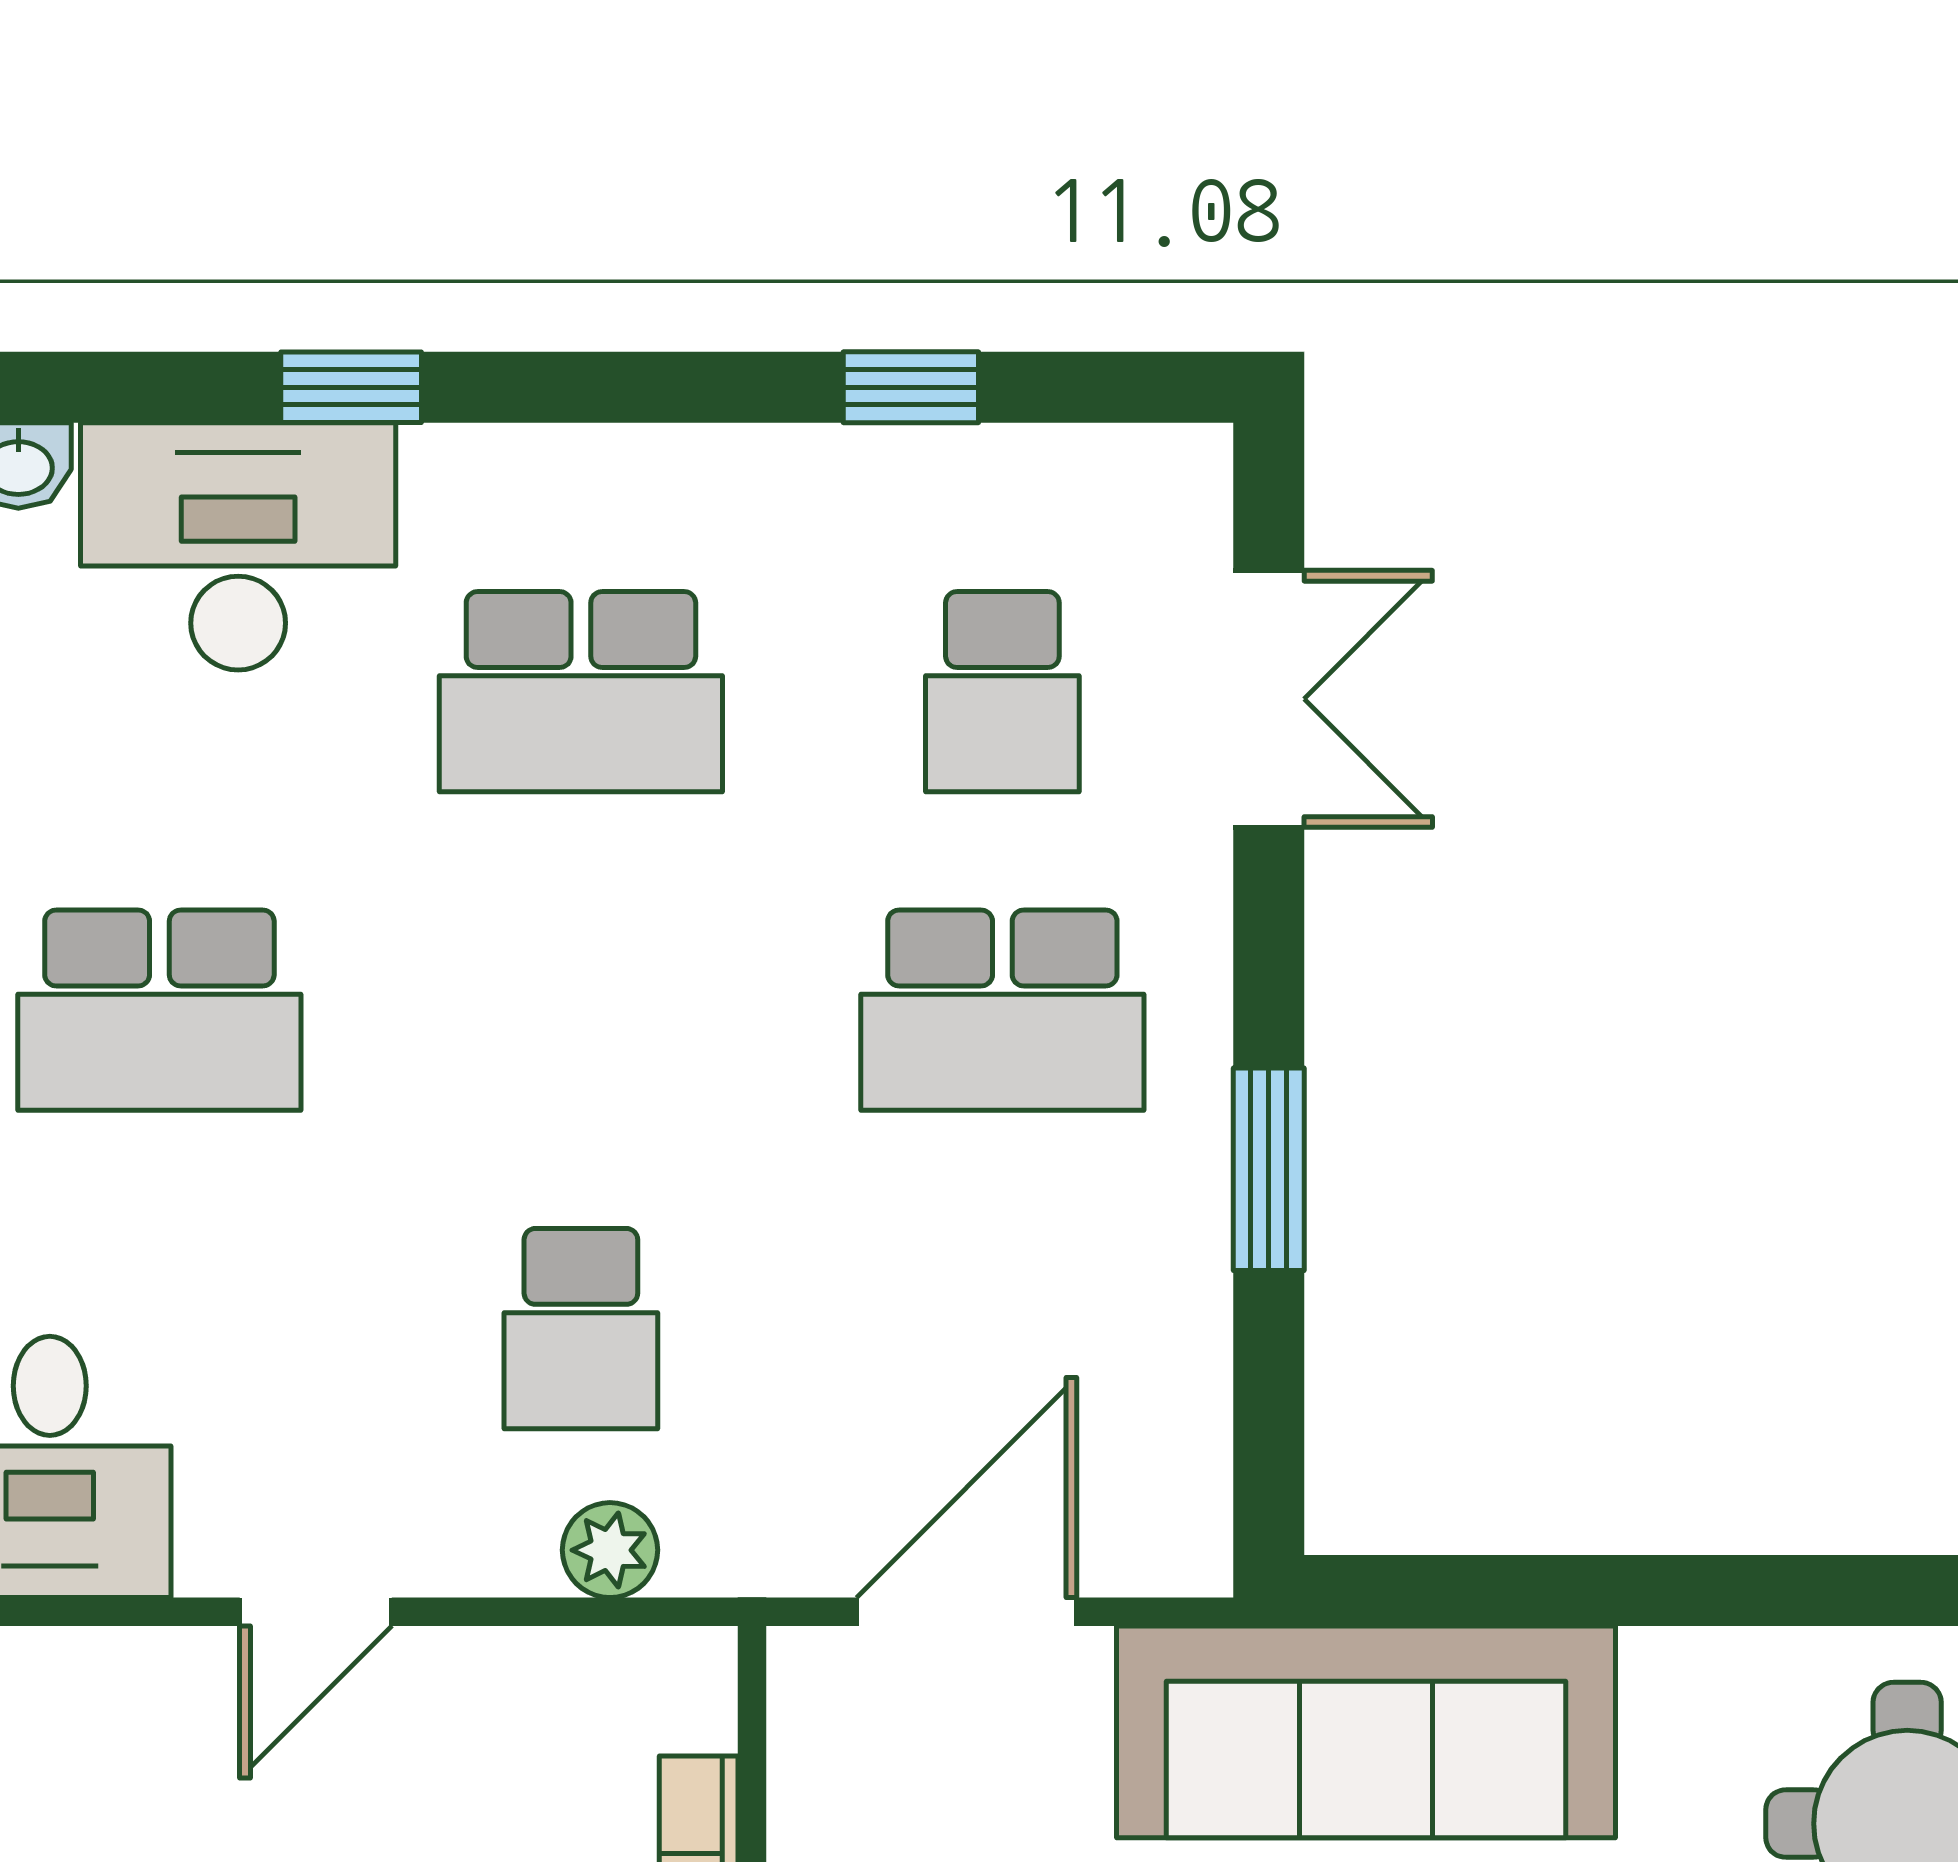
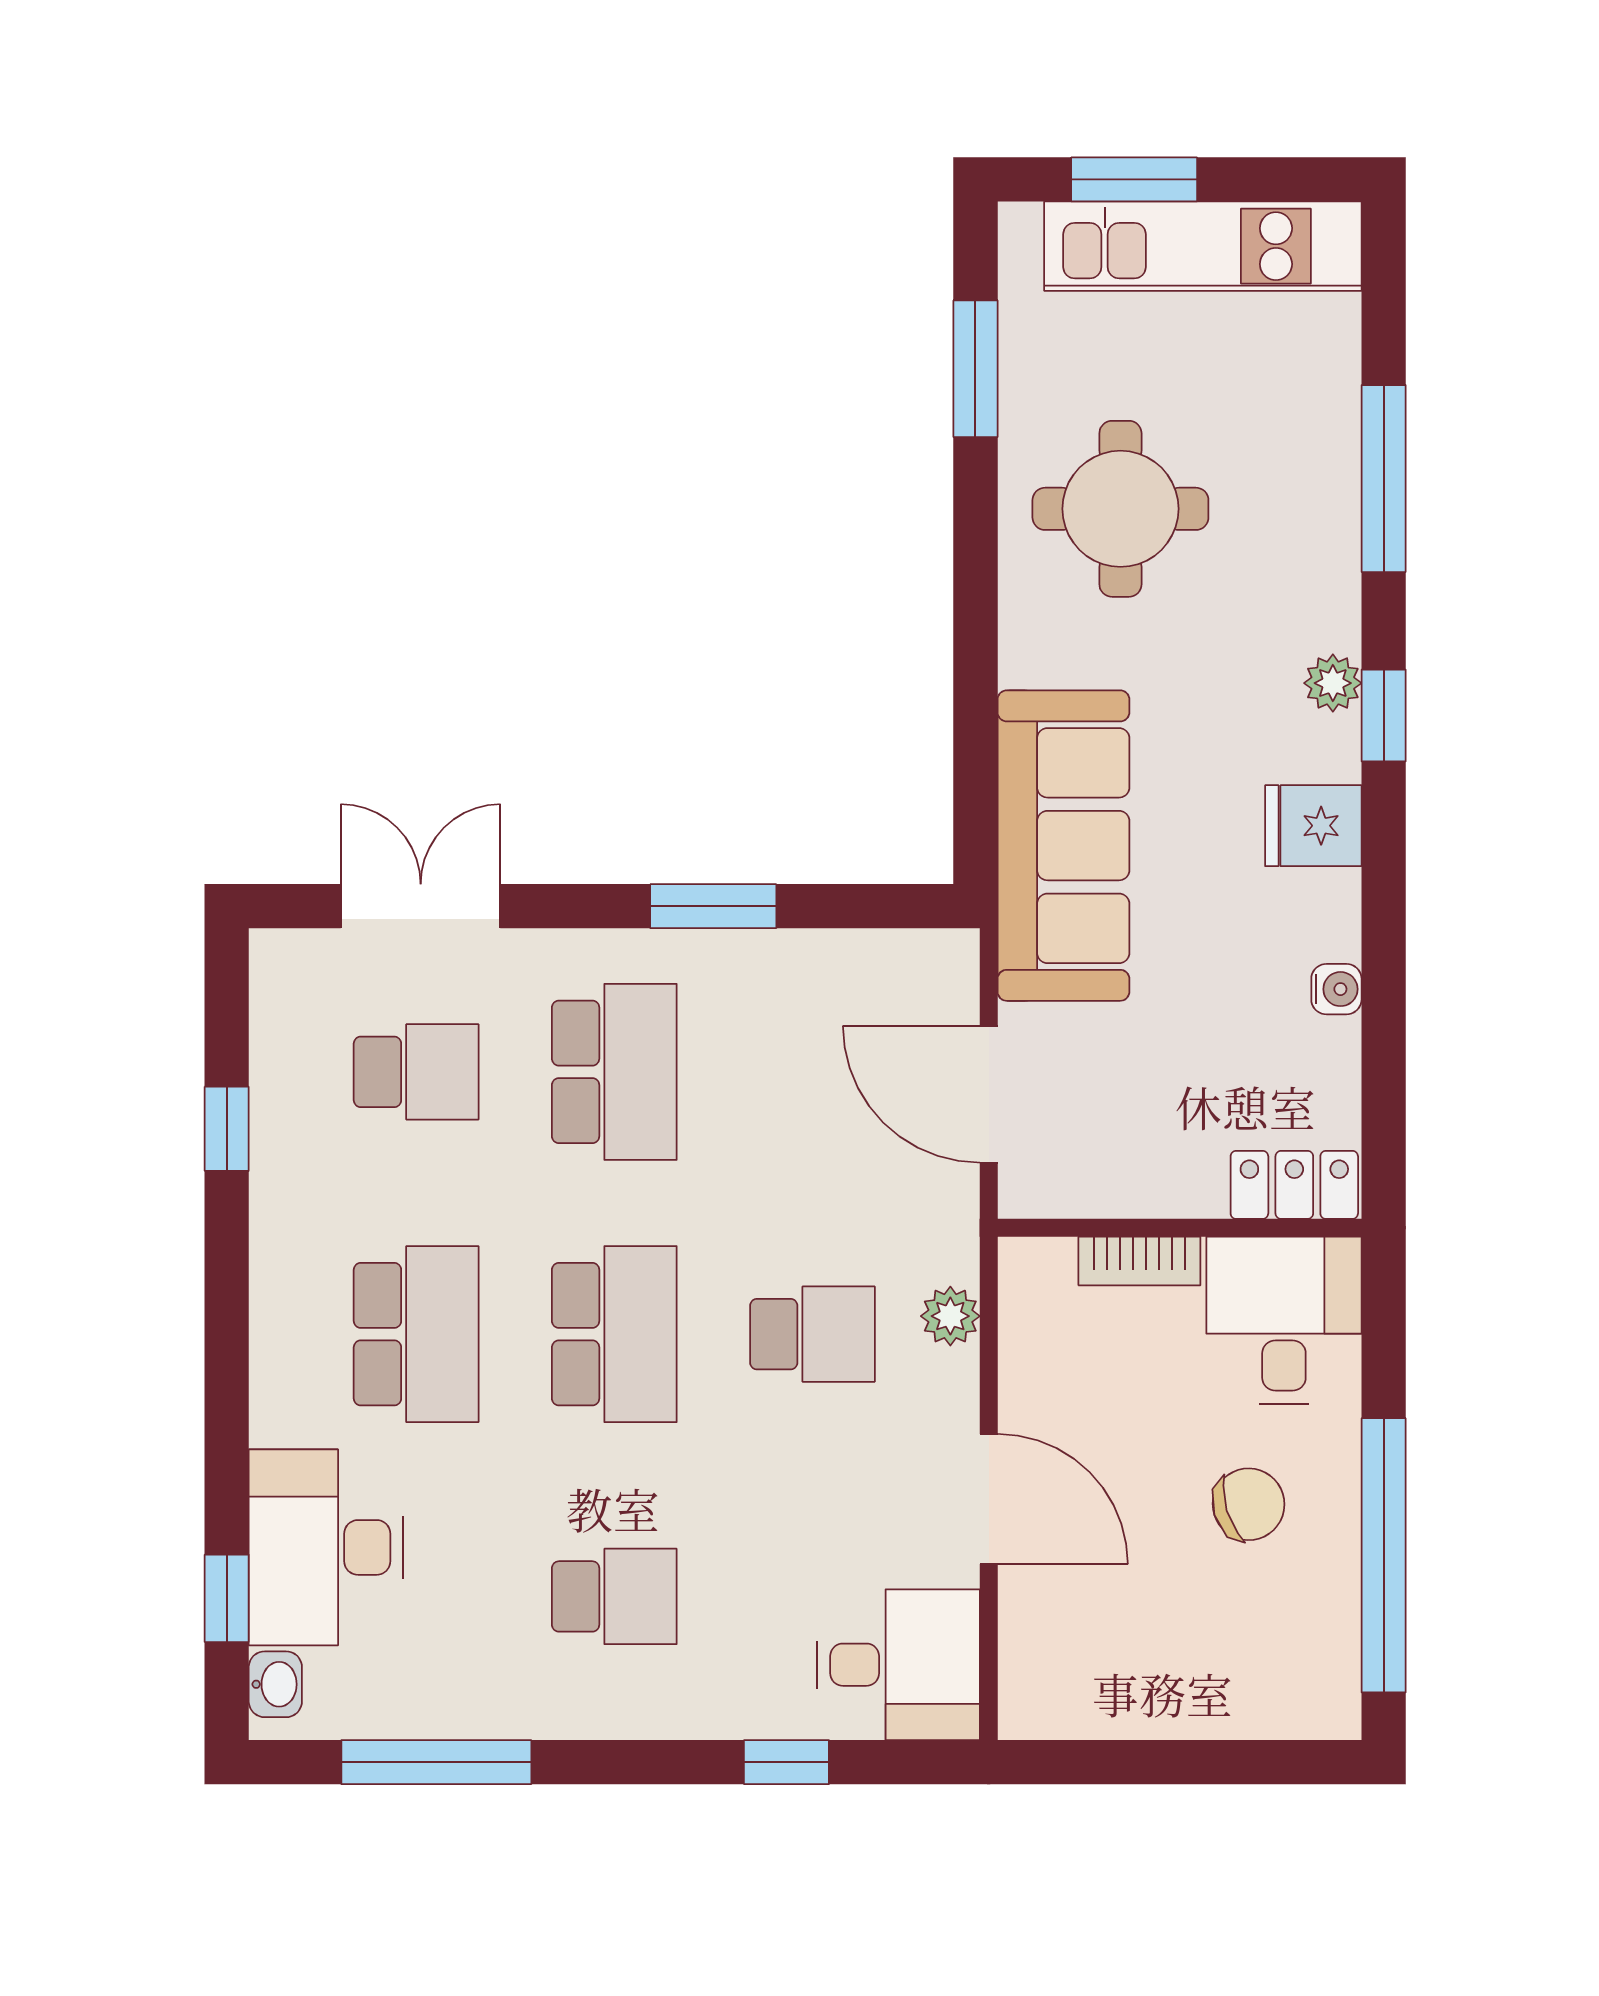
window: (351, 387) -> (227, 1598), moved
school desk: (159, 1010) -> (614, 1596), width x0.54
school desk: (581, 1010) -> (614, 1334), added
door: (316, 1612) -> (989, 1499), width x1.38

